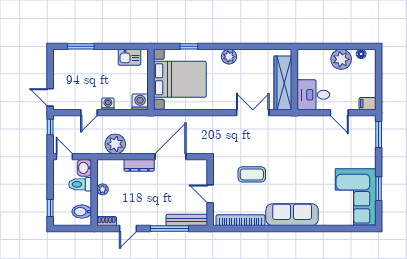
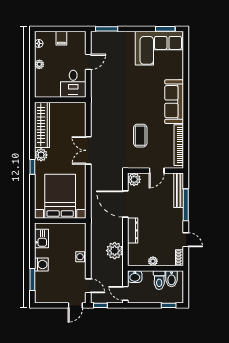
window: (189, 46) -> (32, 167), moved
plant: (341, 59) -> (39, 64), width x0.53, depth x0.53
wardrobe: (283, 83) -> (42, 125), moved, turned -90
washing machine: (140, 102) -> (41, 264), moved, turned 180
filing cabinet: (368, 104) -> (61, 38), moved
door: (89, 113) -> (88, 286), moved
double door: (253, 113) -> (88, 150), moved
door: (64, 157) -> (125, 293), hinge flipped
plant: (200, 167) -> (134, 179), added
toilet: (80, 184) -> (159, 280), moved
window: (379, 189) -> (165, 29), moved

